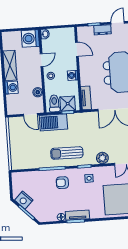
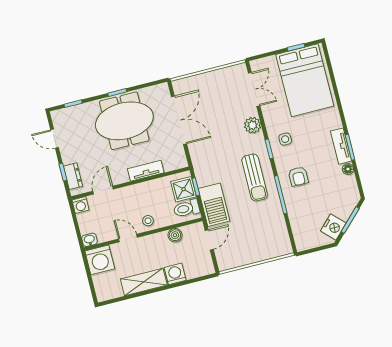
dresser: (102, 30) -> (73, 176), moved
washing machine: (73, 75) -> (80, 205), moved
tv unit: (86, 98) -> (146, 171), moved

